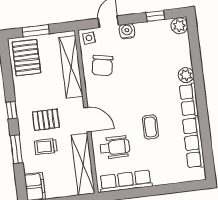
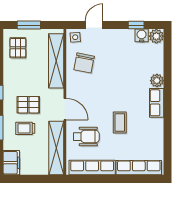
water cooler: (127, 31) -> (142, 35), moved
pallet: (26, 58) -> (18, 48), width x0.67, depth x0.71
row of seats: (194, 143) -> (139, 168), moved, turned 90

